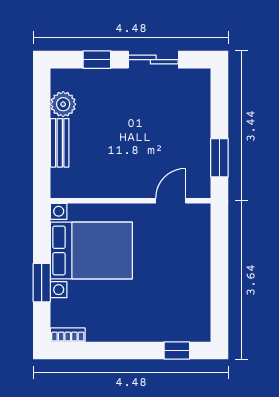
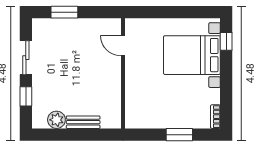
window: (219, 158) -> (64, 12), moved
bed with nightstands: (91, 250) -> (192, 55), moved, turned -90

